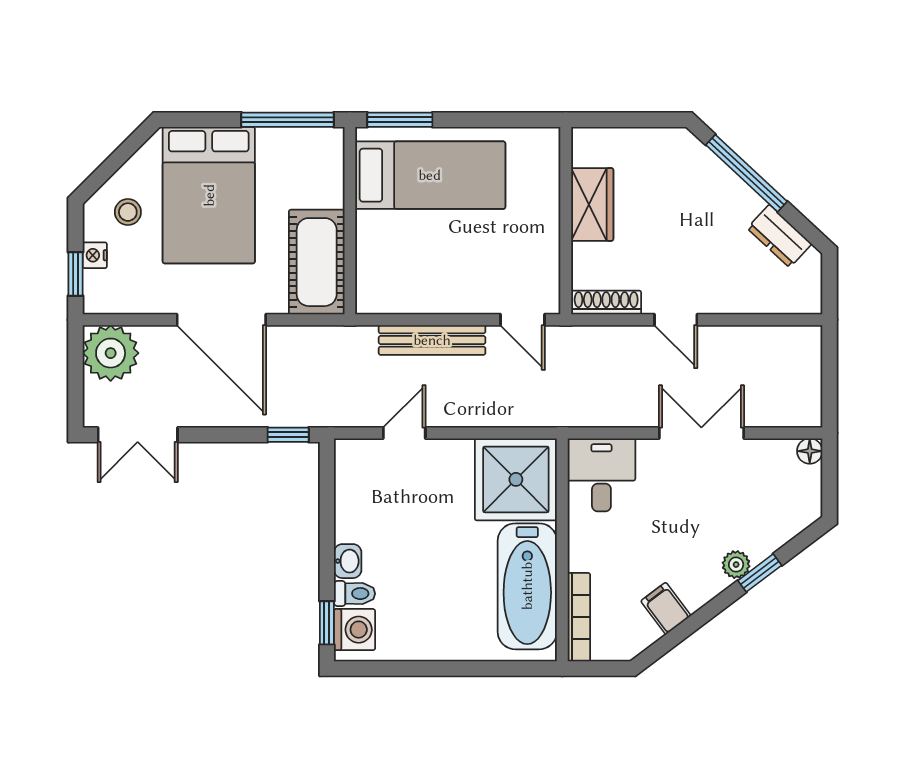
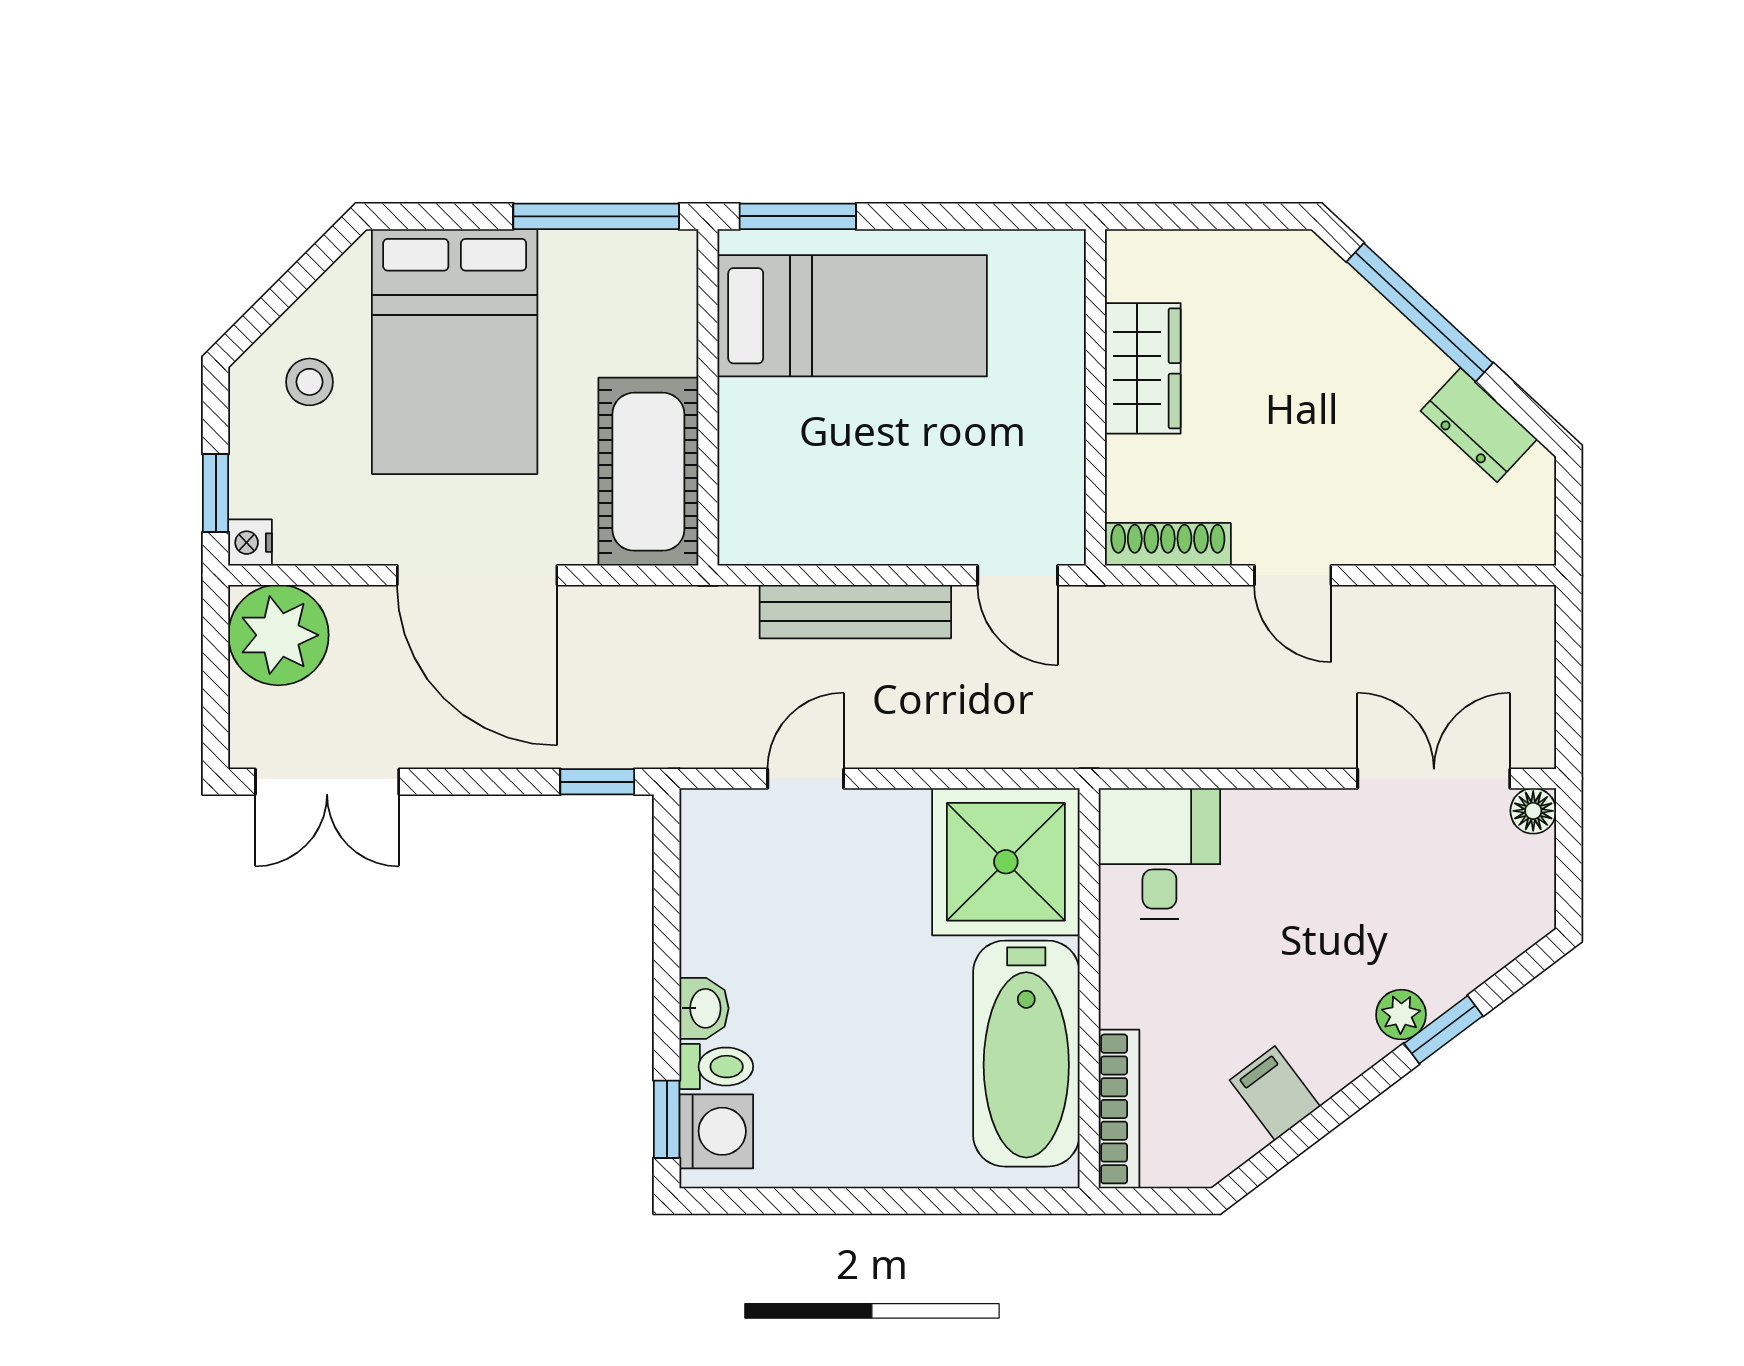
nightstand: (95, 255) -> (250, 543), moved
double door: (701, 433) -> (1434, 779), moved

